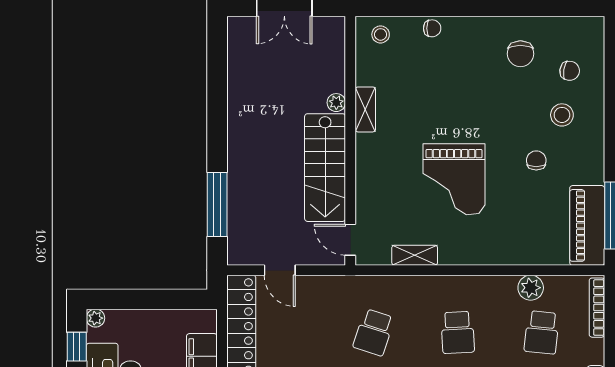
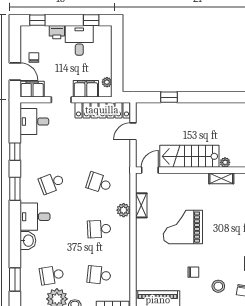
window: (217, 205) -> (169, 97), width x0.46
plant: (531, 288) -> (124, 210), moved
plant: (95, 318) -> (107, 82), moved

